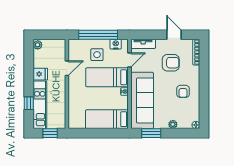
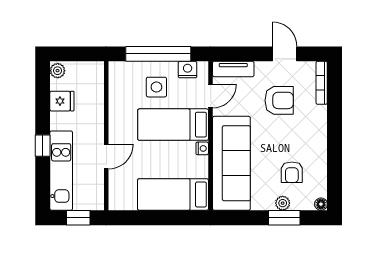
door: (67, 68) -> (106, 156), moved
fridge: (40, 74) -> (62, 101), moved
armchair: (183, 91) -> (292, 172), moved
window: (29, 103) -> (43, 146), moved
window: (151, 133) -> (284, 218), moved

